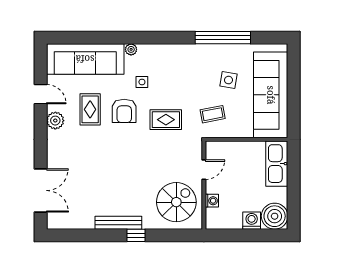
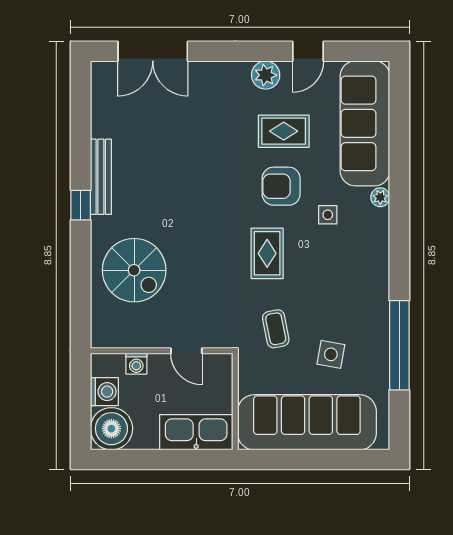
door: (204, 170) -> (186, 351), moved
wall: (204, 185) -> (162, 351), moved
washing machine: (212, 201) -> (136, 364), moved

